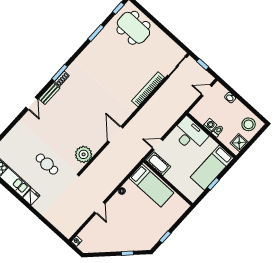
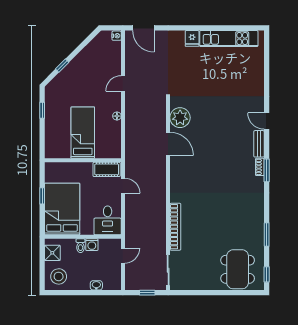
dining table: (133, 28) -> (238, 269), turned 90
door: (206, 90) -> (123, 256), moved
door: (115, 134) -> (168, 144), moved
desk: (190, 134) -> (108, 220), width x0.73
door: (157, 144) -> (123, 186), hinge flipped
cafe table: (47, 164) -> (205, 80), removed
bed: (212, 168) -> (62, 209), width x1.50
bed: (151, 185) -> (83, 133), moved, turned 90
door: (100, 208) -> (123, 83), hinge flipped
door: (56, 231) -> (143, 28), added

